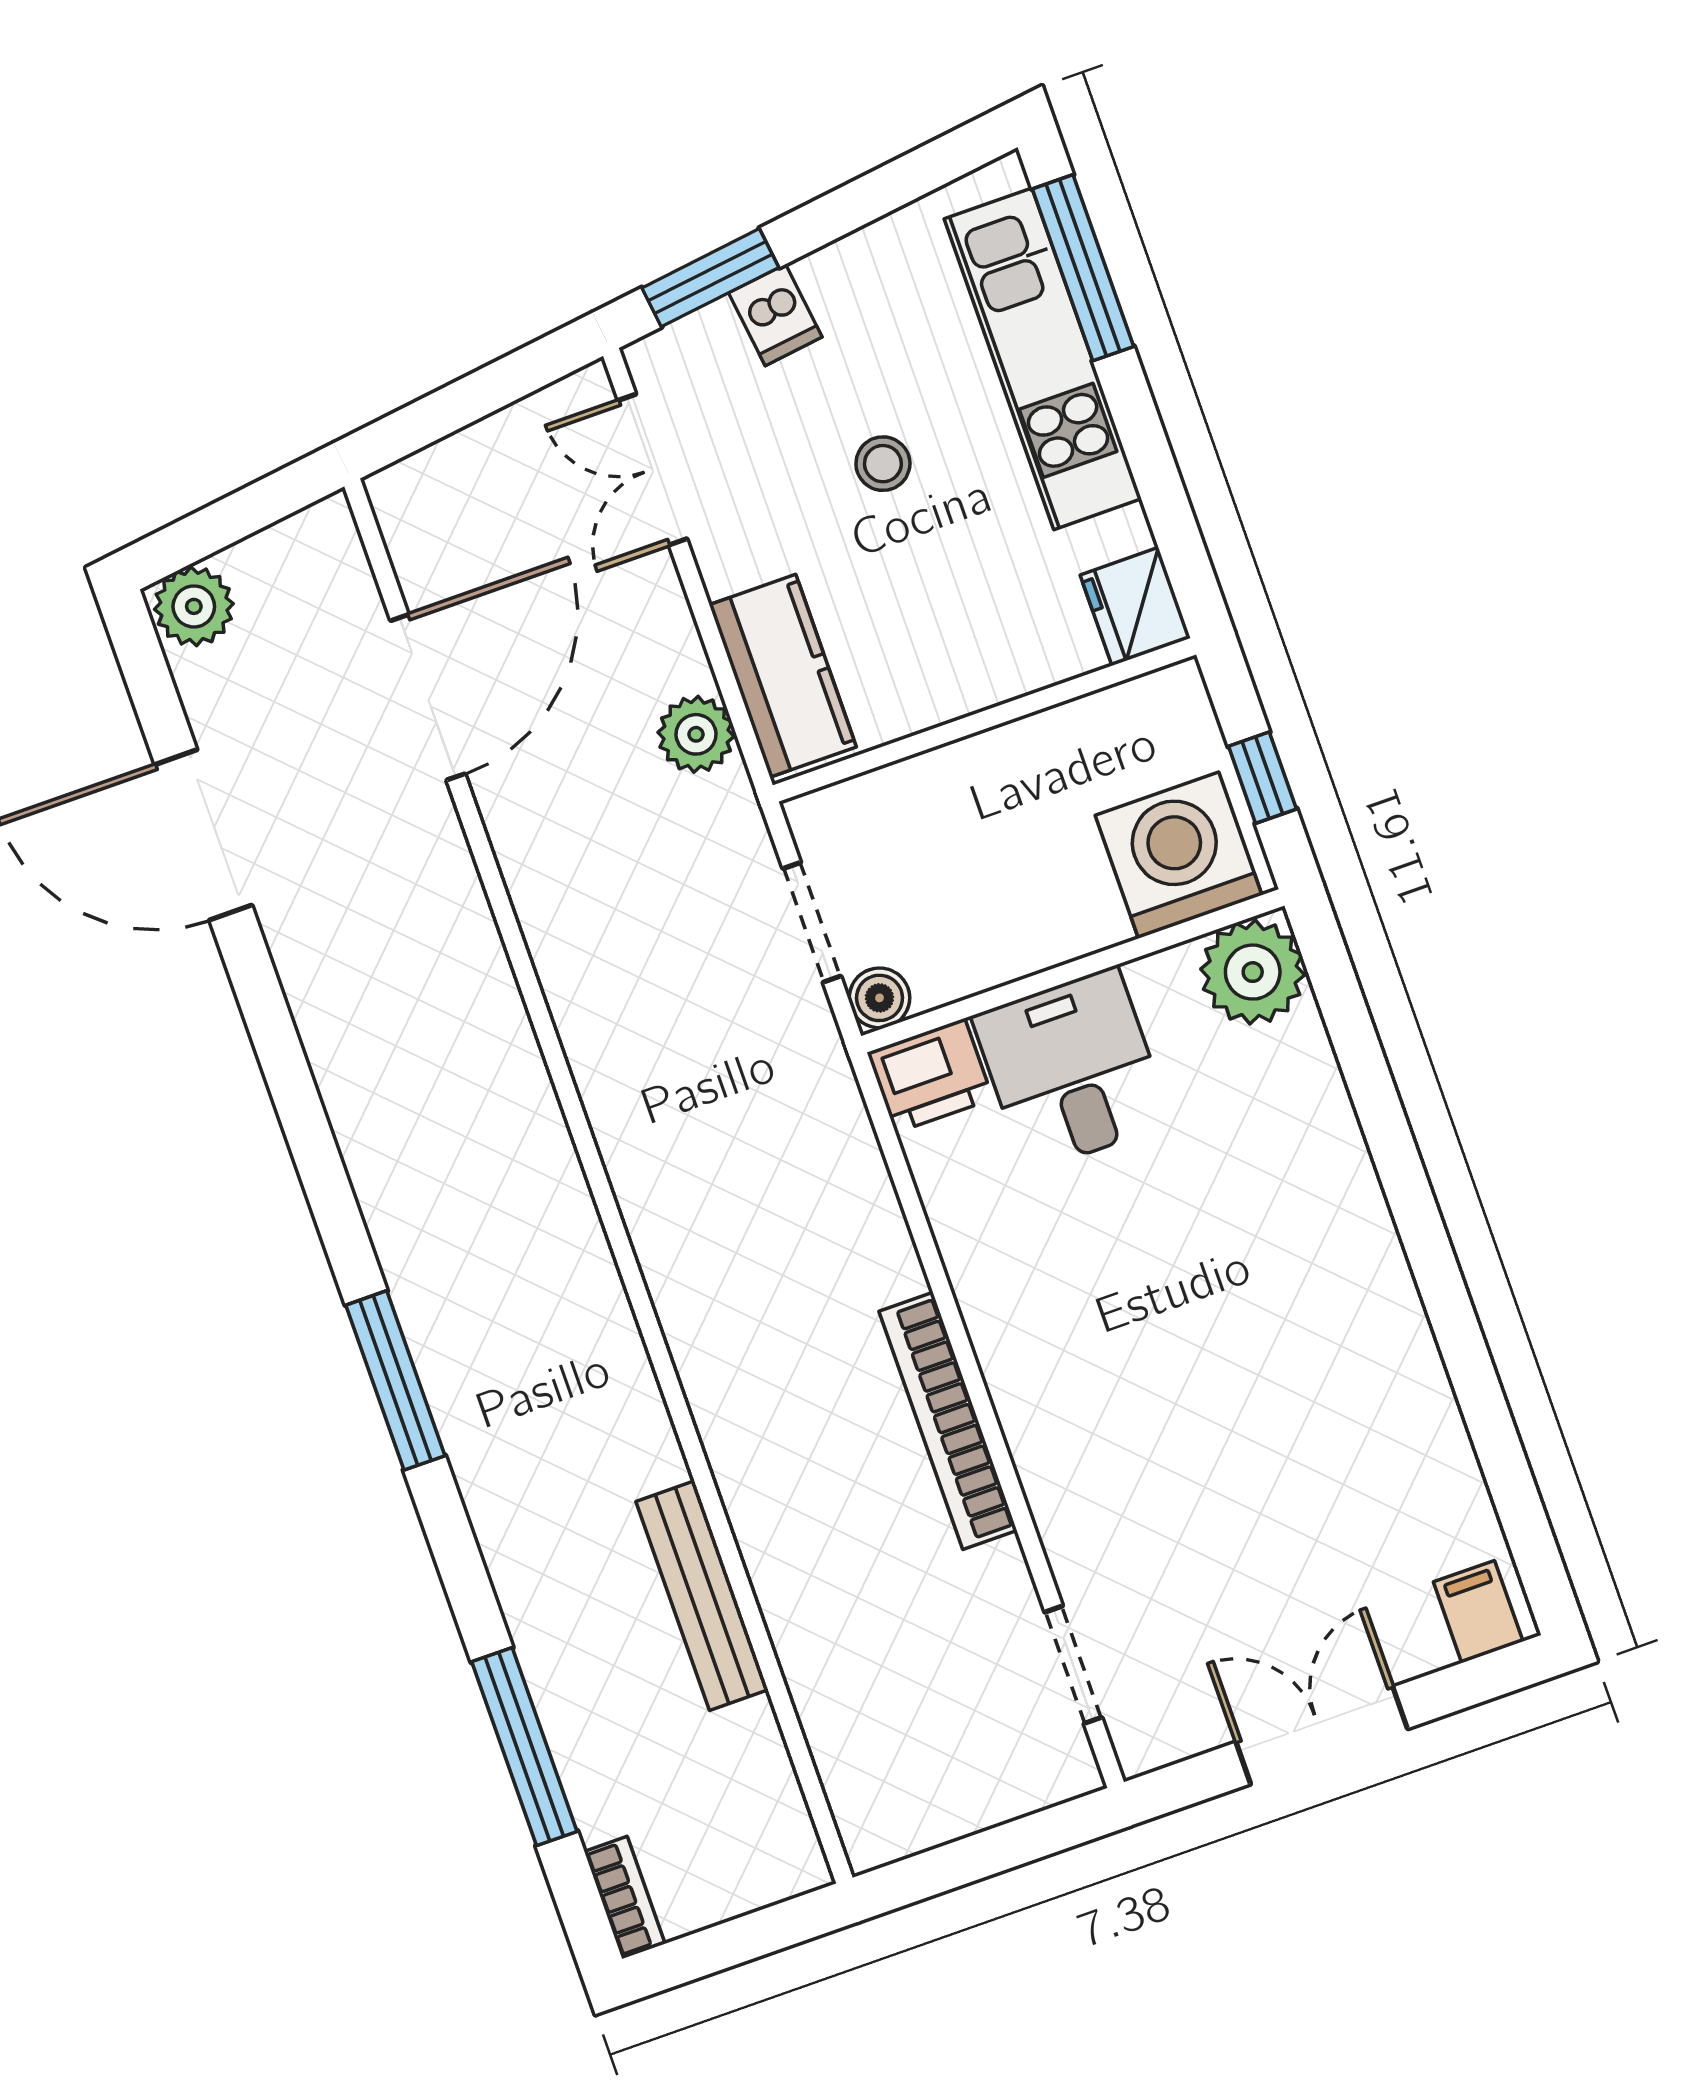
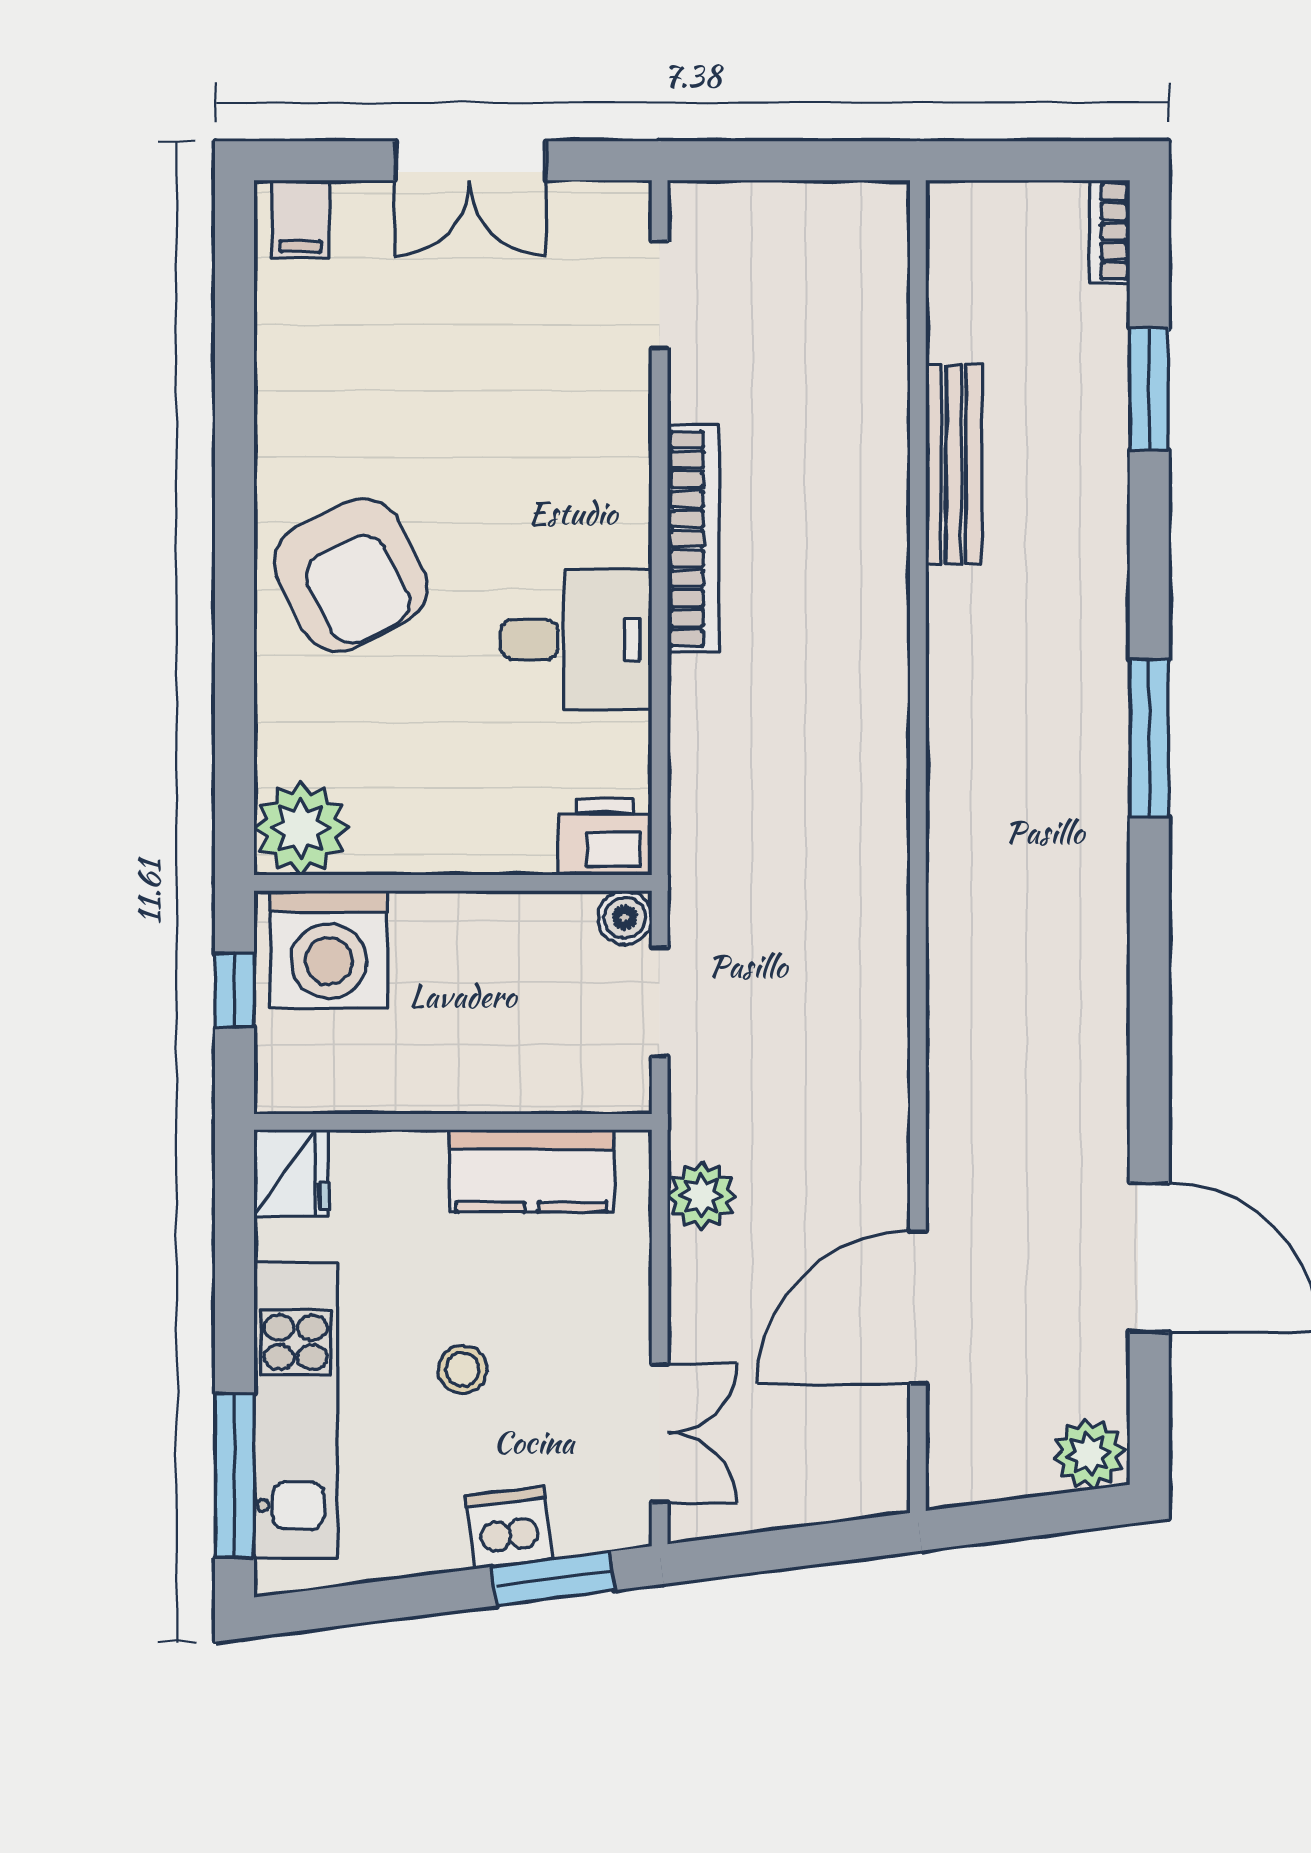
dishwasher: (775, 315) -> (509, 1528), width x1.38
kitchen counter: (783, 676) -> (531, 1171), moved, turned -90
desk: (1072, 1070) -> (576, 640), moved, turned -90
armchair: (1294, 1256) -> (351, 575), added
window: (524, 1747) -> (1149, 389), width x0.69

